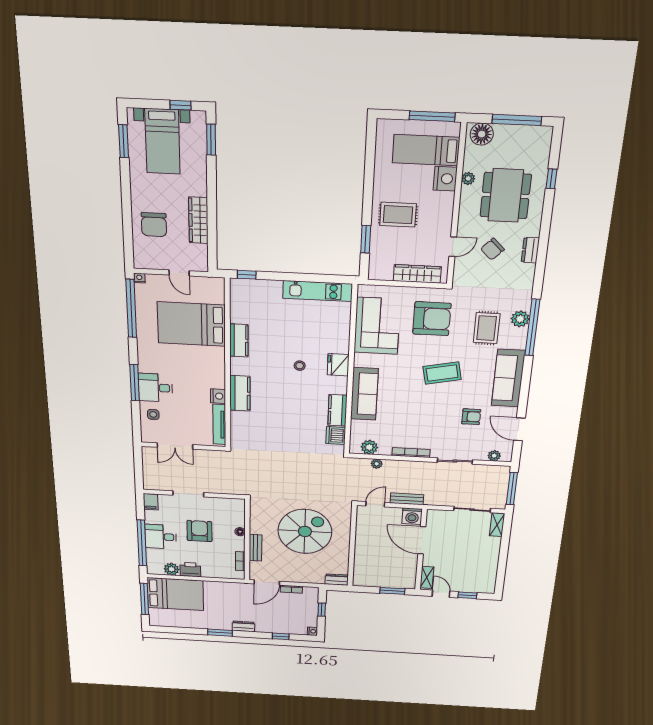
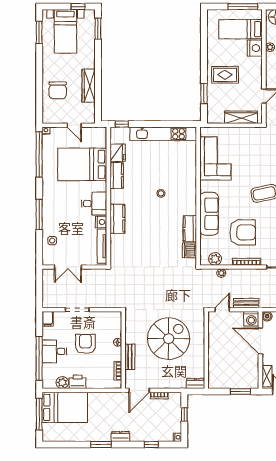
kitchen unit: (318, 291) -> (163, 134), width x1.36
armchair: (432, 319) -> (243, 232), moved
fridge: (338, 365) -> (118, 153), moved, turned 180
desk: (155, 388) -> (94, 204), moved, turned 180
boiler: (433, 515) -> (267, 316), added

